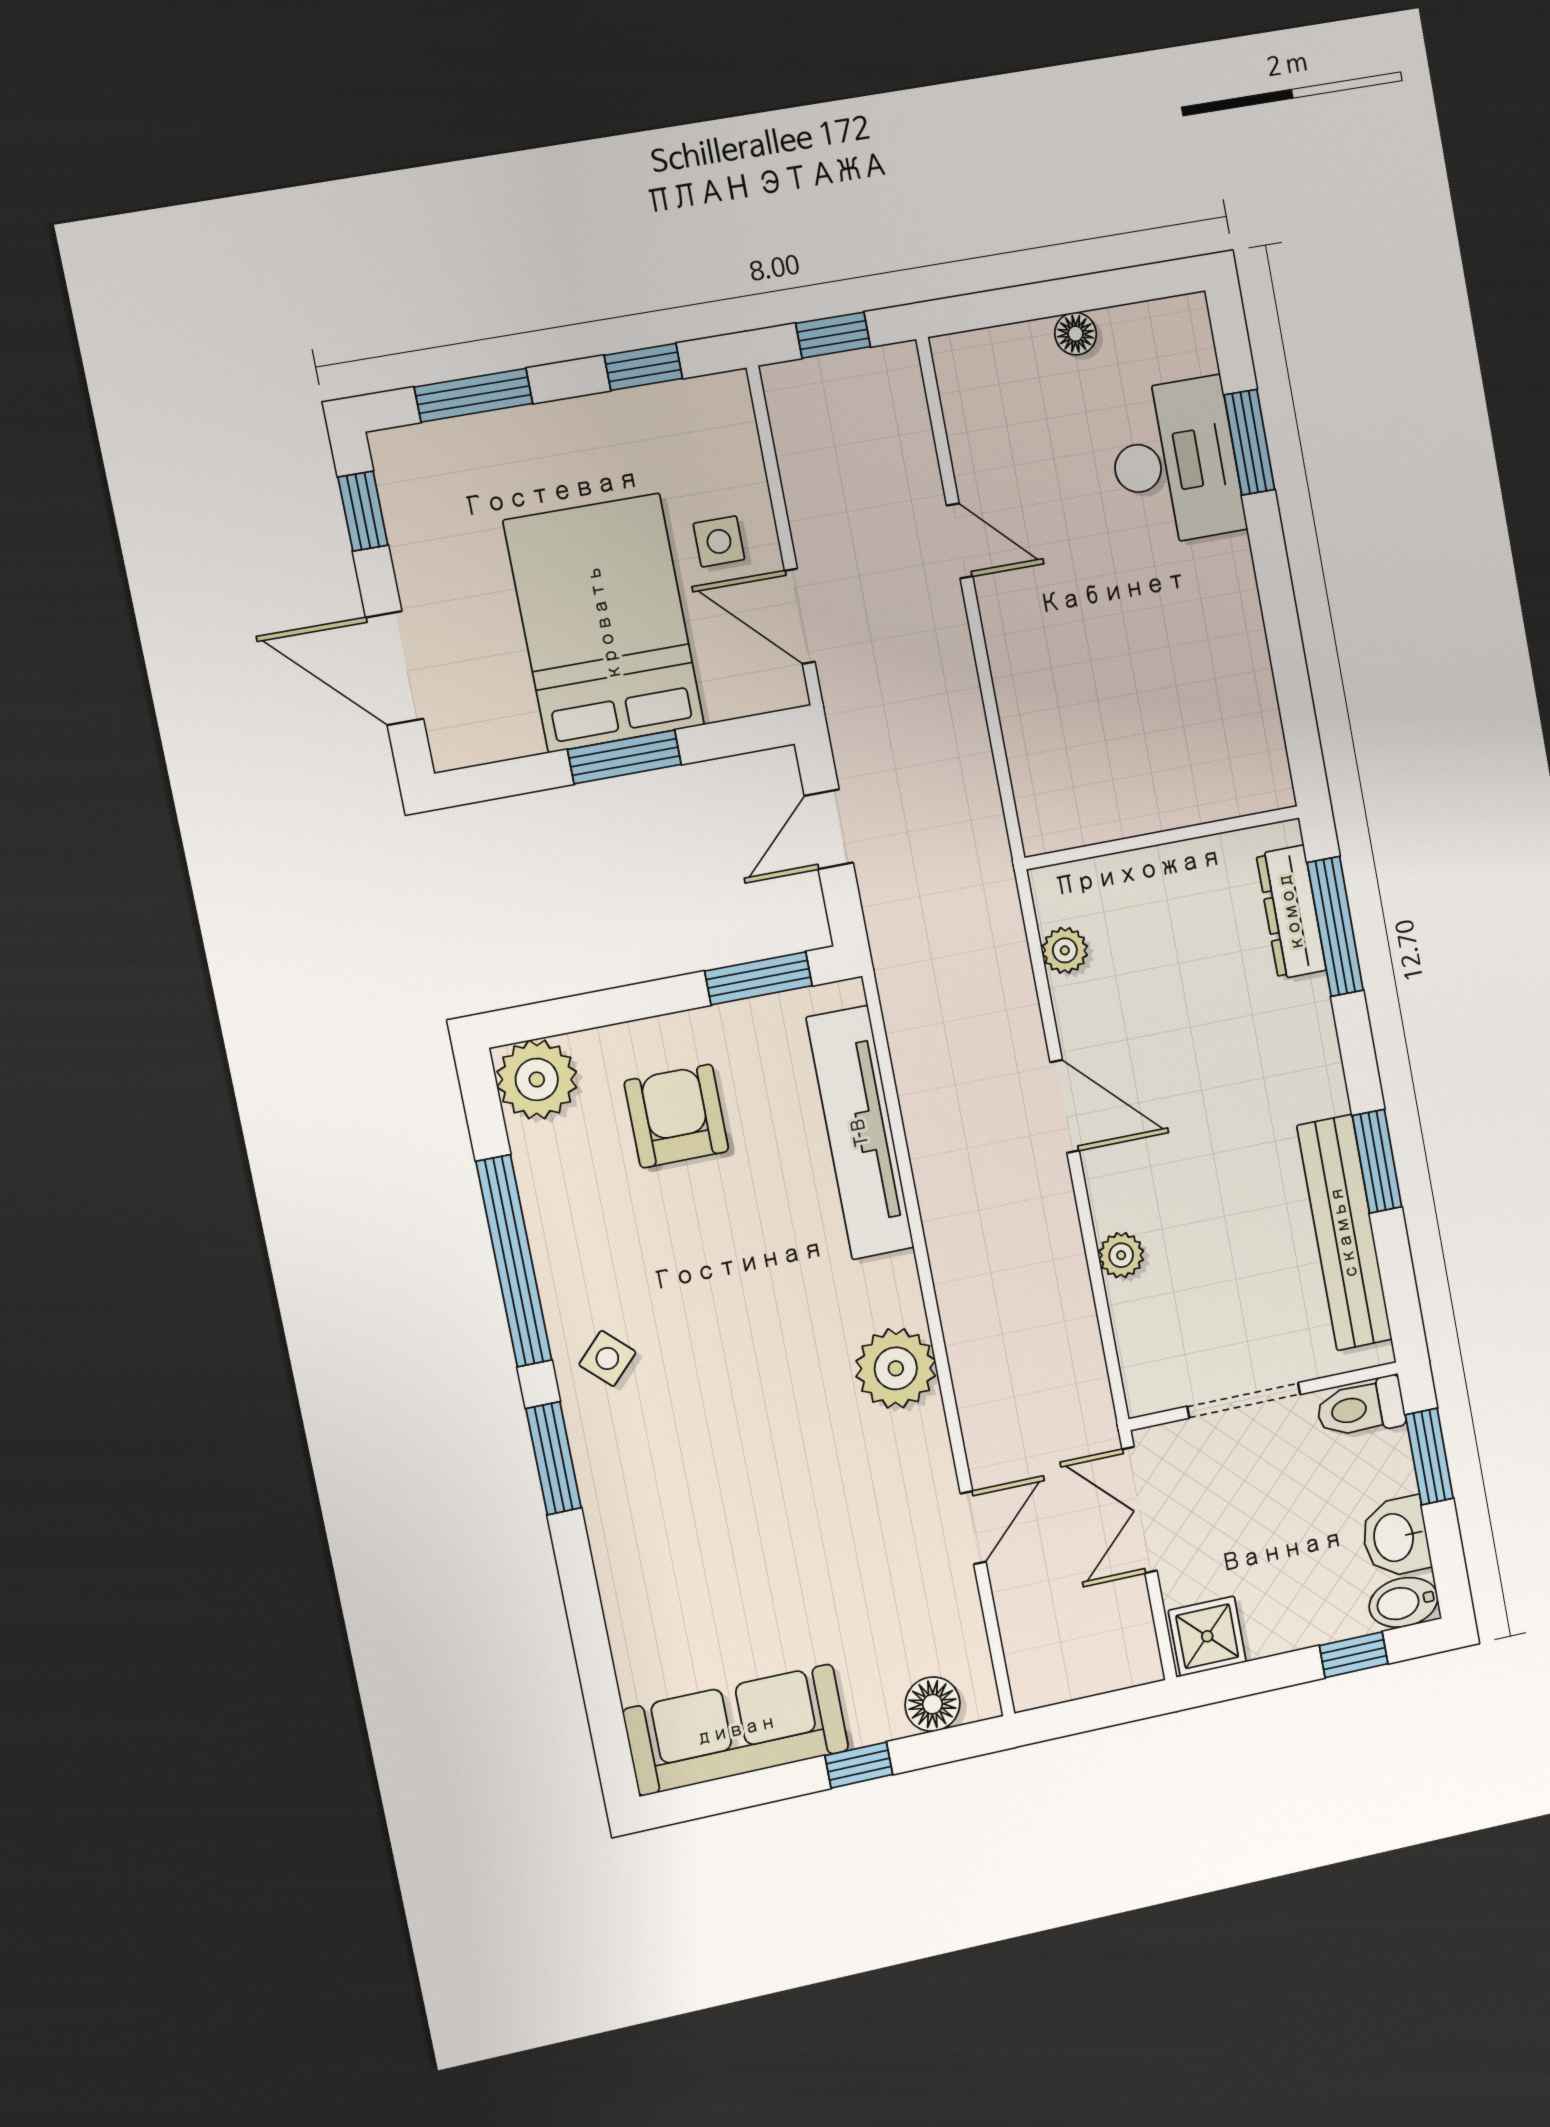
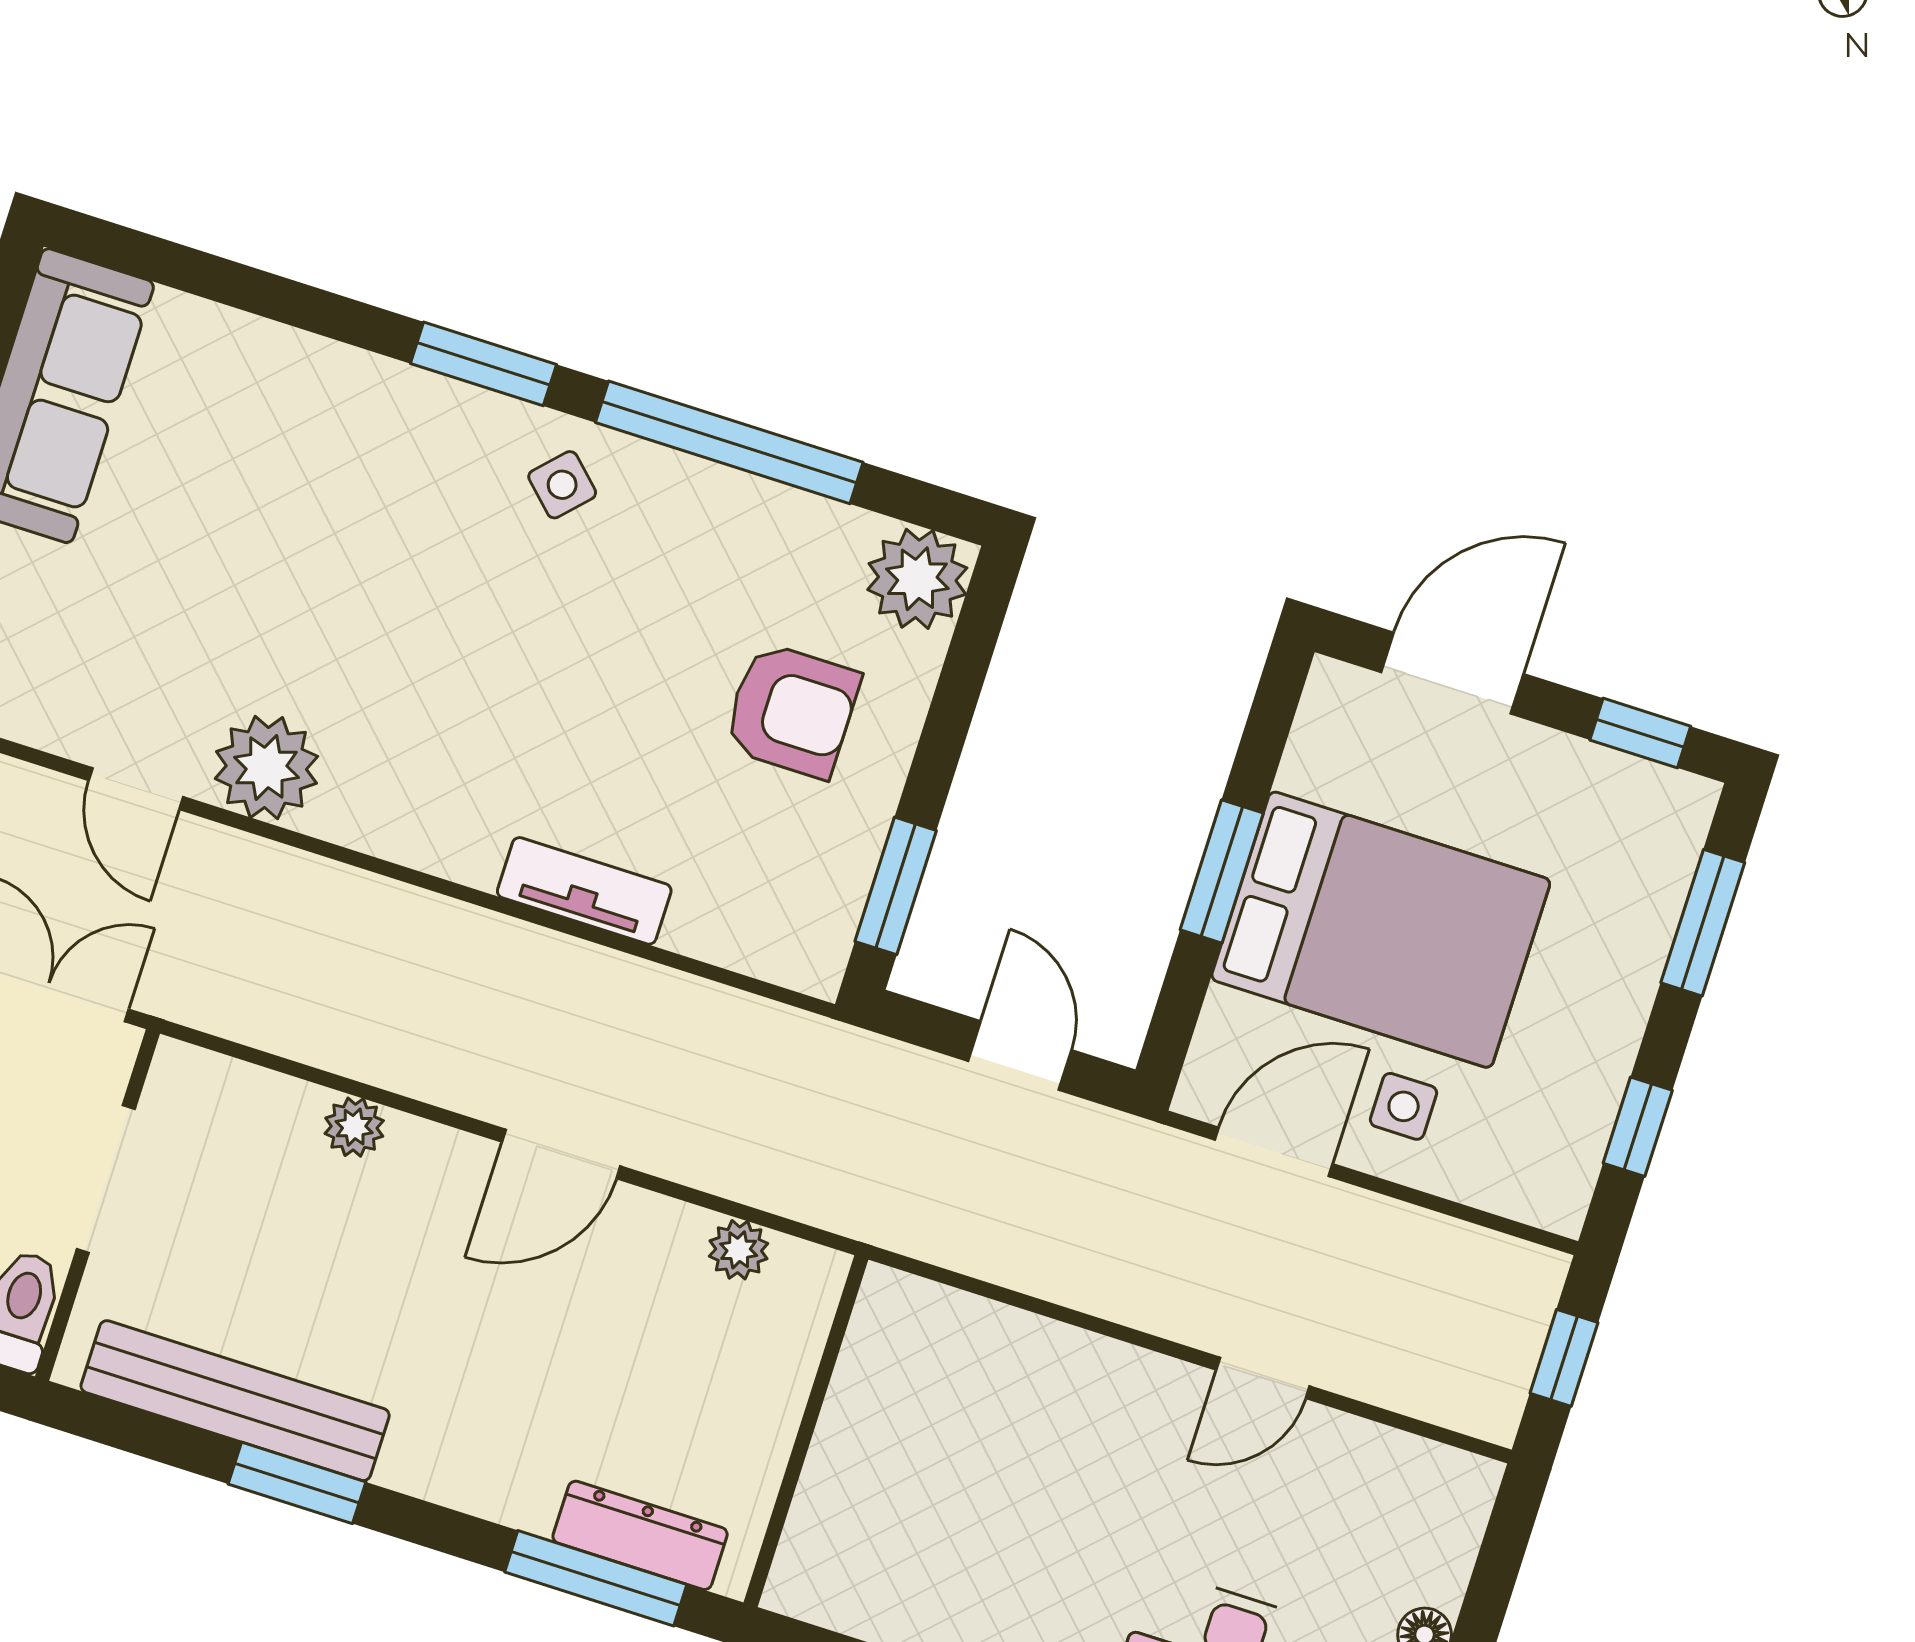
tv unit: (860, 1133) -> (584, 891), width x0.52, depth x0.78
plant: (896, 1368) -> (266, 767), moved

